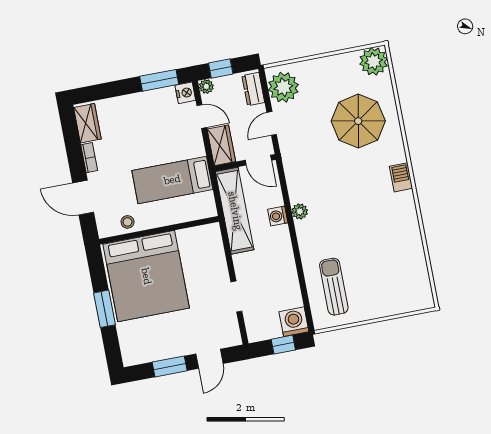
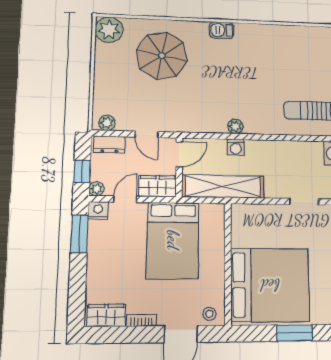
plant: (283, 87) -> (107, 123), width x0.53, depth x0.53
bed: (172, 180) -> (173, 240), width x1.50
stool: (128, 222) -> (209, 314), moved

